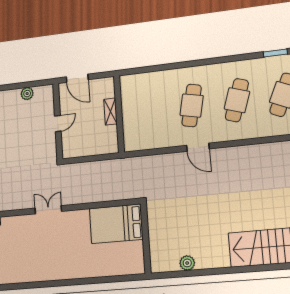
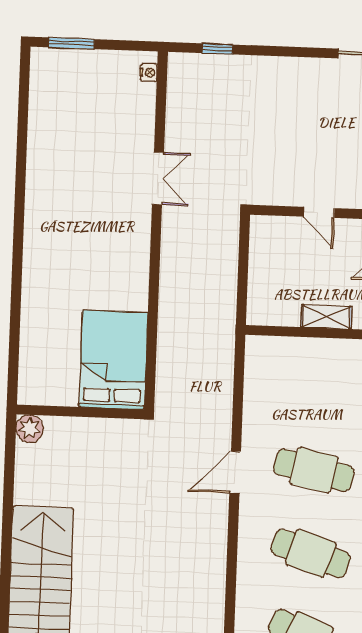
bed: (116, 224) -> (113, 360), moved
wall: (146, 238) -> (80, 412), moved

